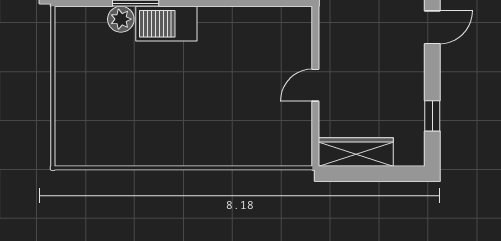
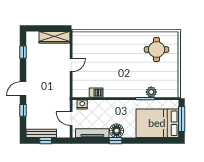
barbecue: (166, 24) -> (96, 93), moved, width x0.53, depth x0.65
round table: (108, 122) -> (157, 49), added

